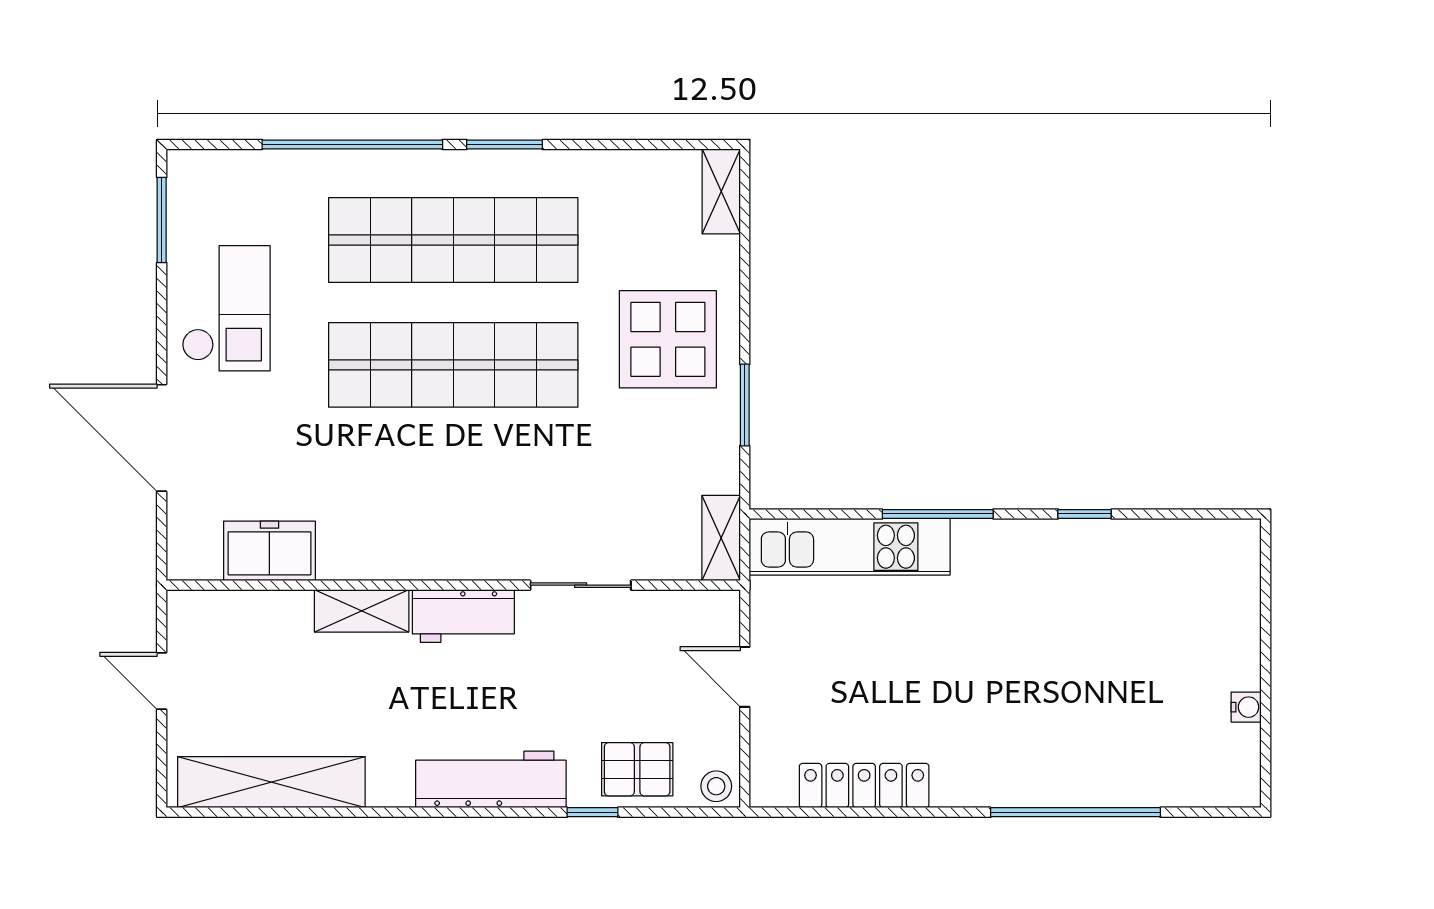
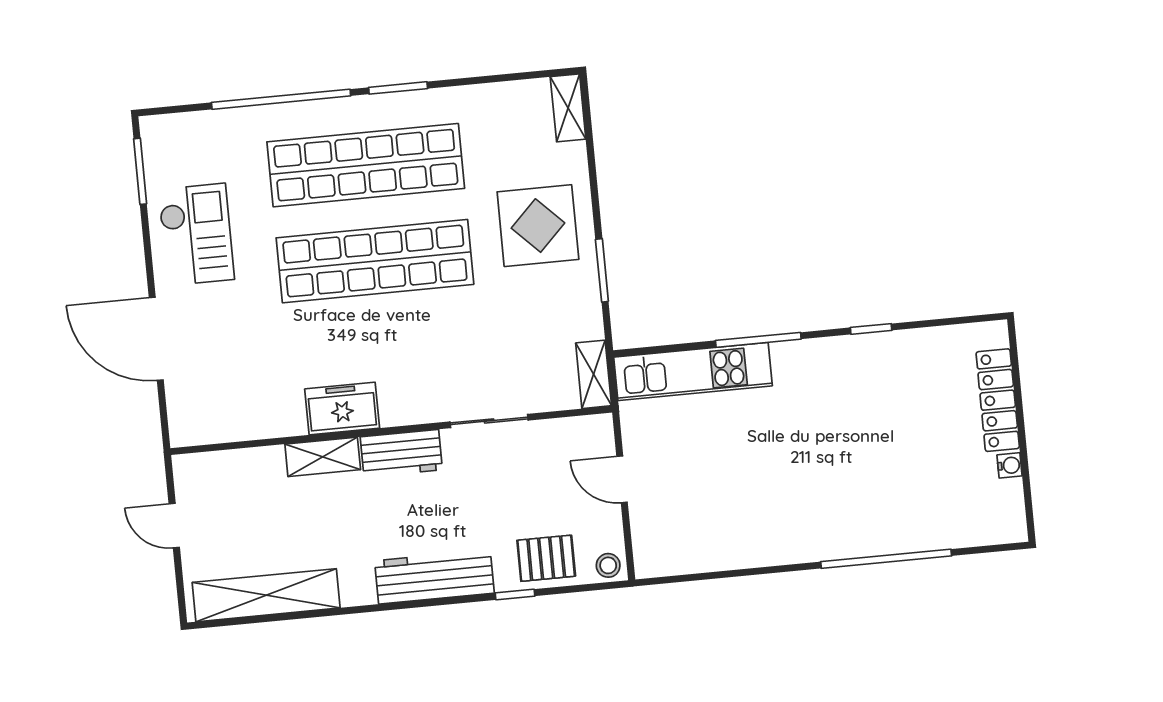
freezer: (269, 551) -> (342, 409), moved
locker: (864, 786) -> (998, 400), moved, turned -90

